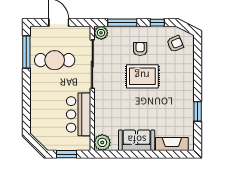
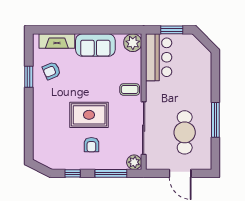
armchair: (175, 44) -> (52, 71), moved
window: (26, 52) -> (215, 120), moved
cafe table: (55, 60) -> (185, 132), turned 90
coffee table: (105, 100) -> (130, 89), added
bar counter: (79, 114) -> (159, 57), moved

